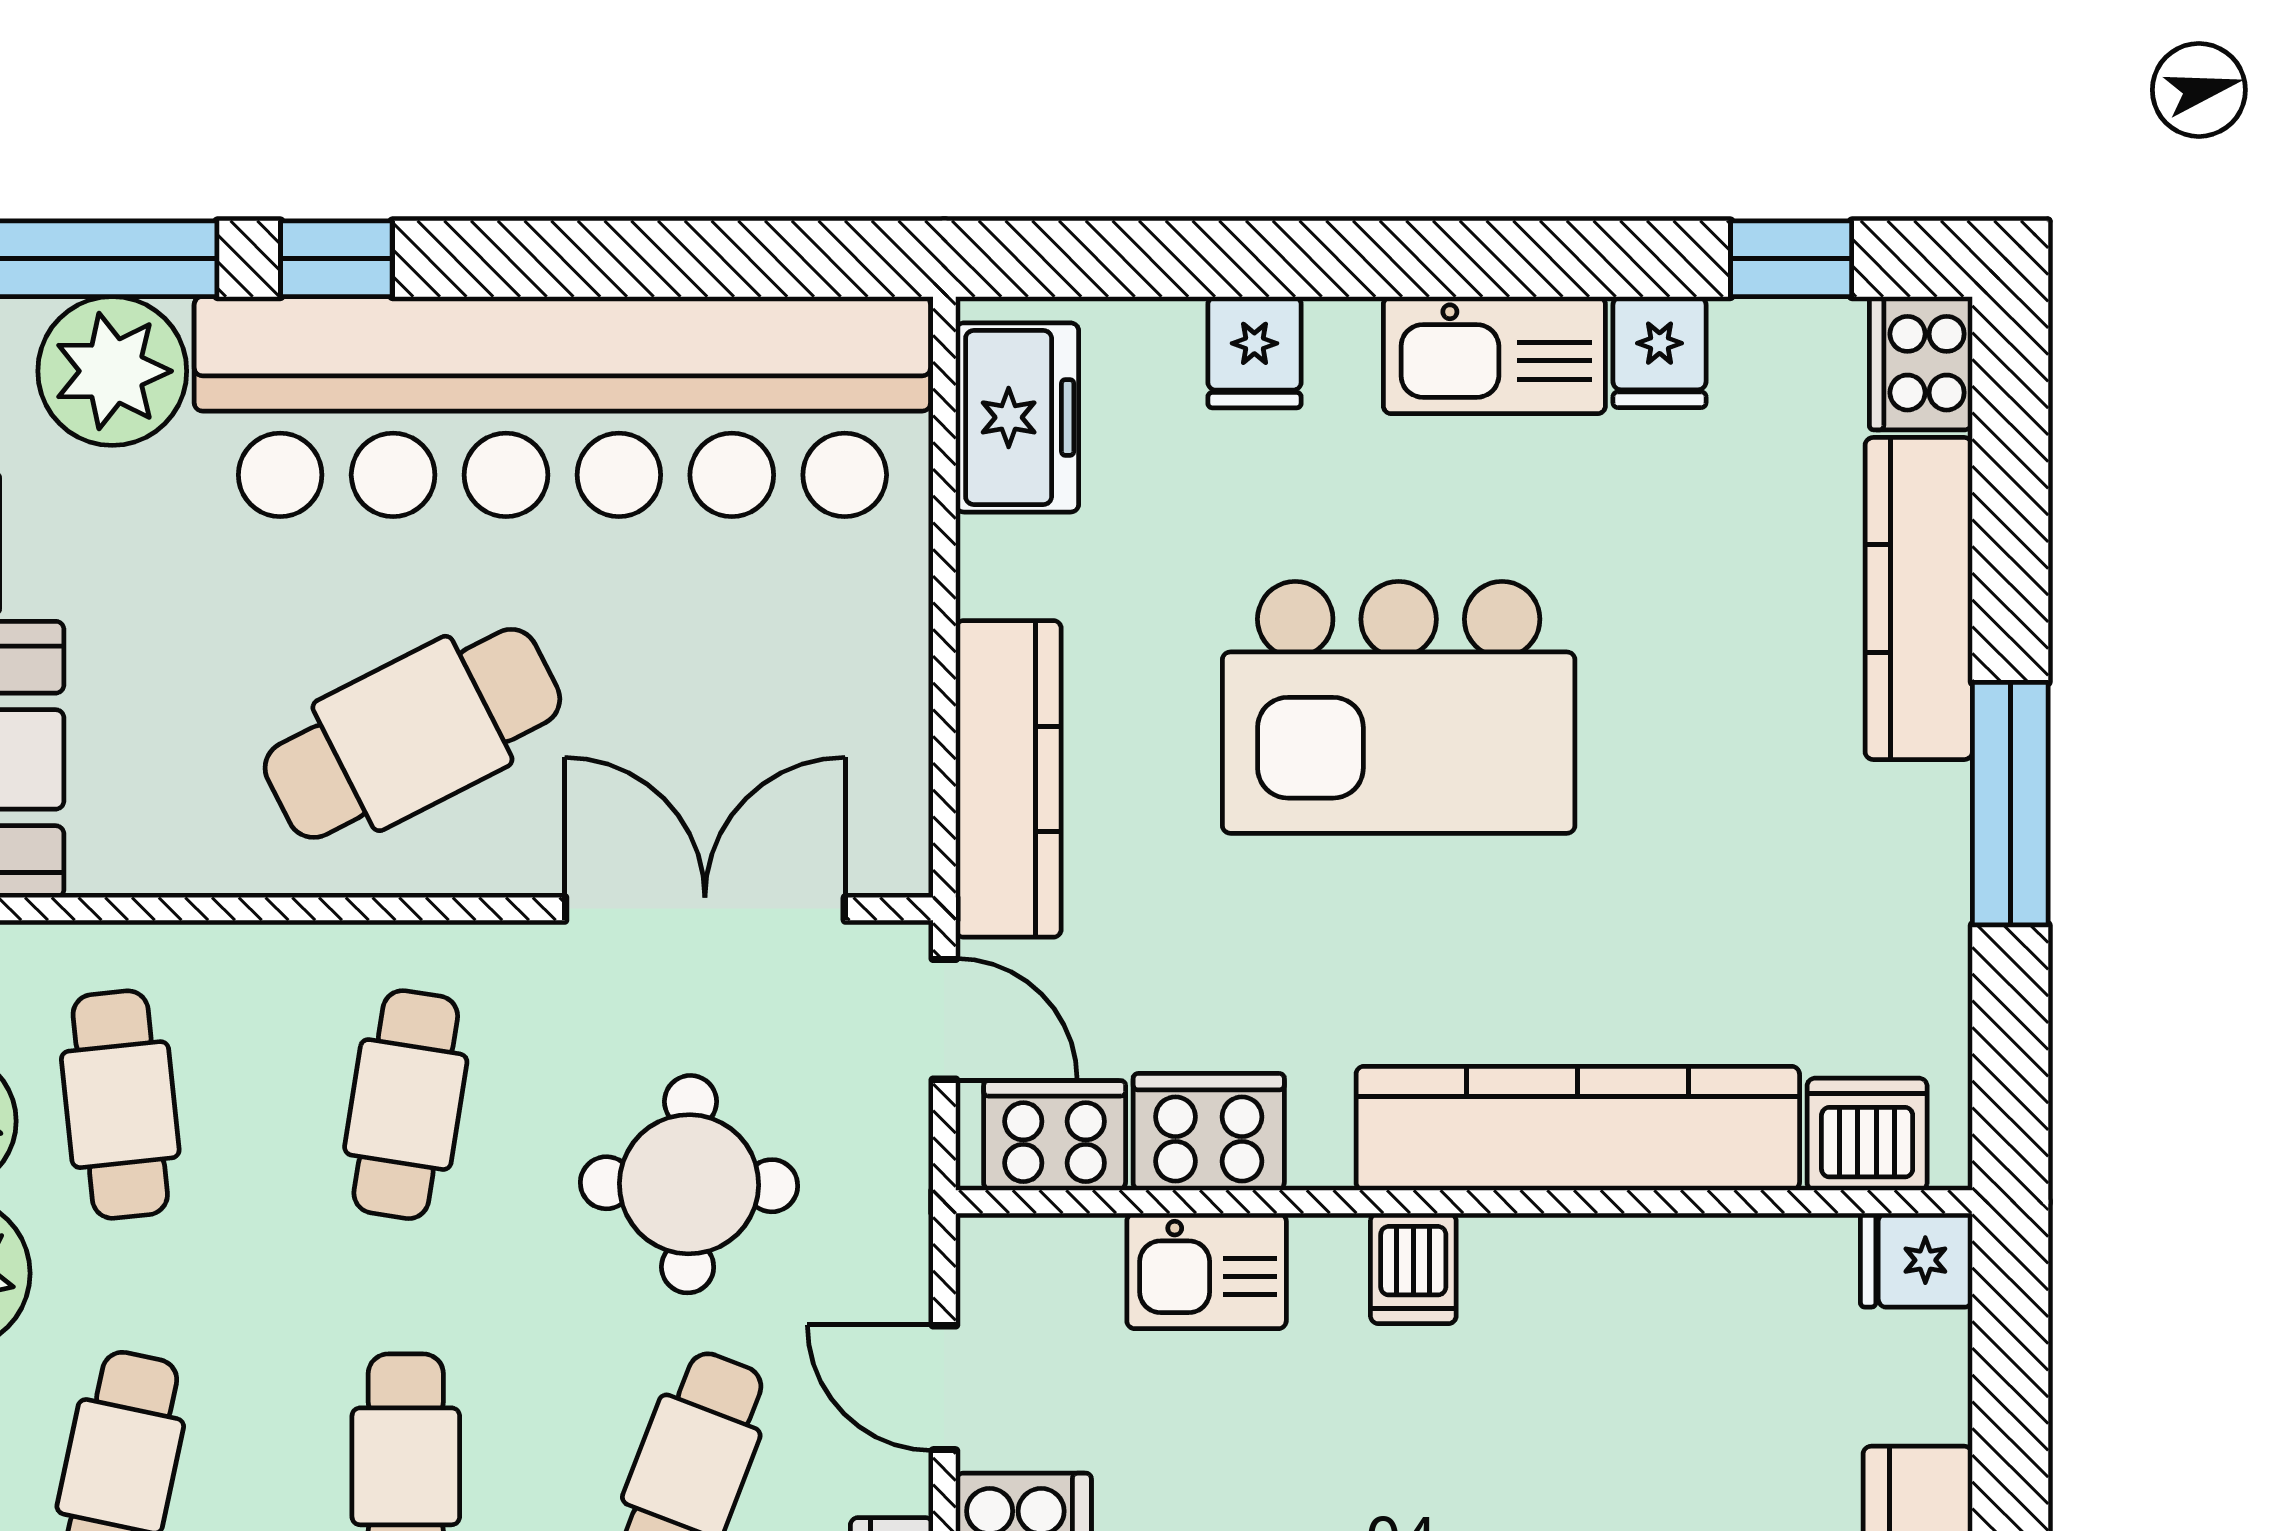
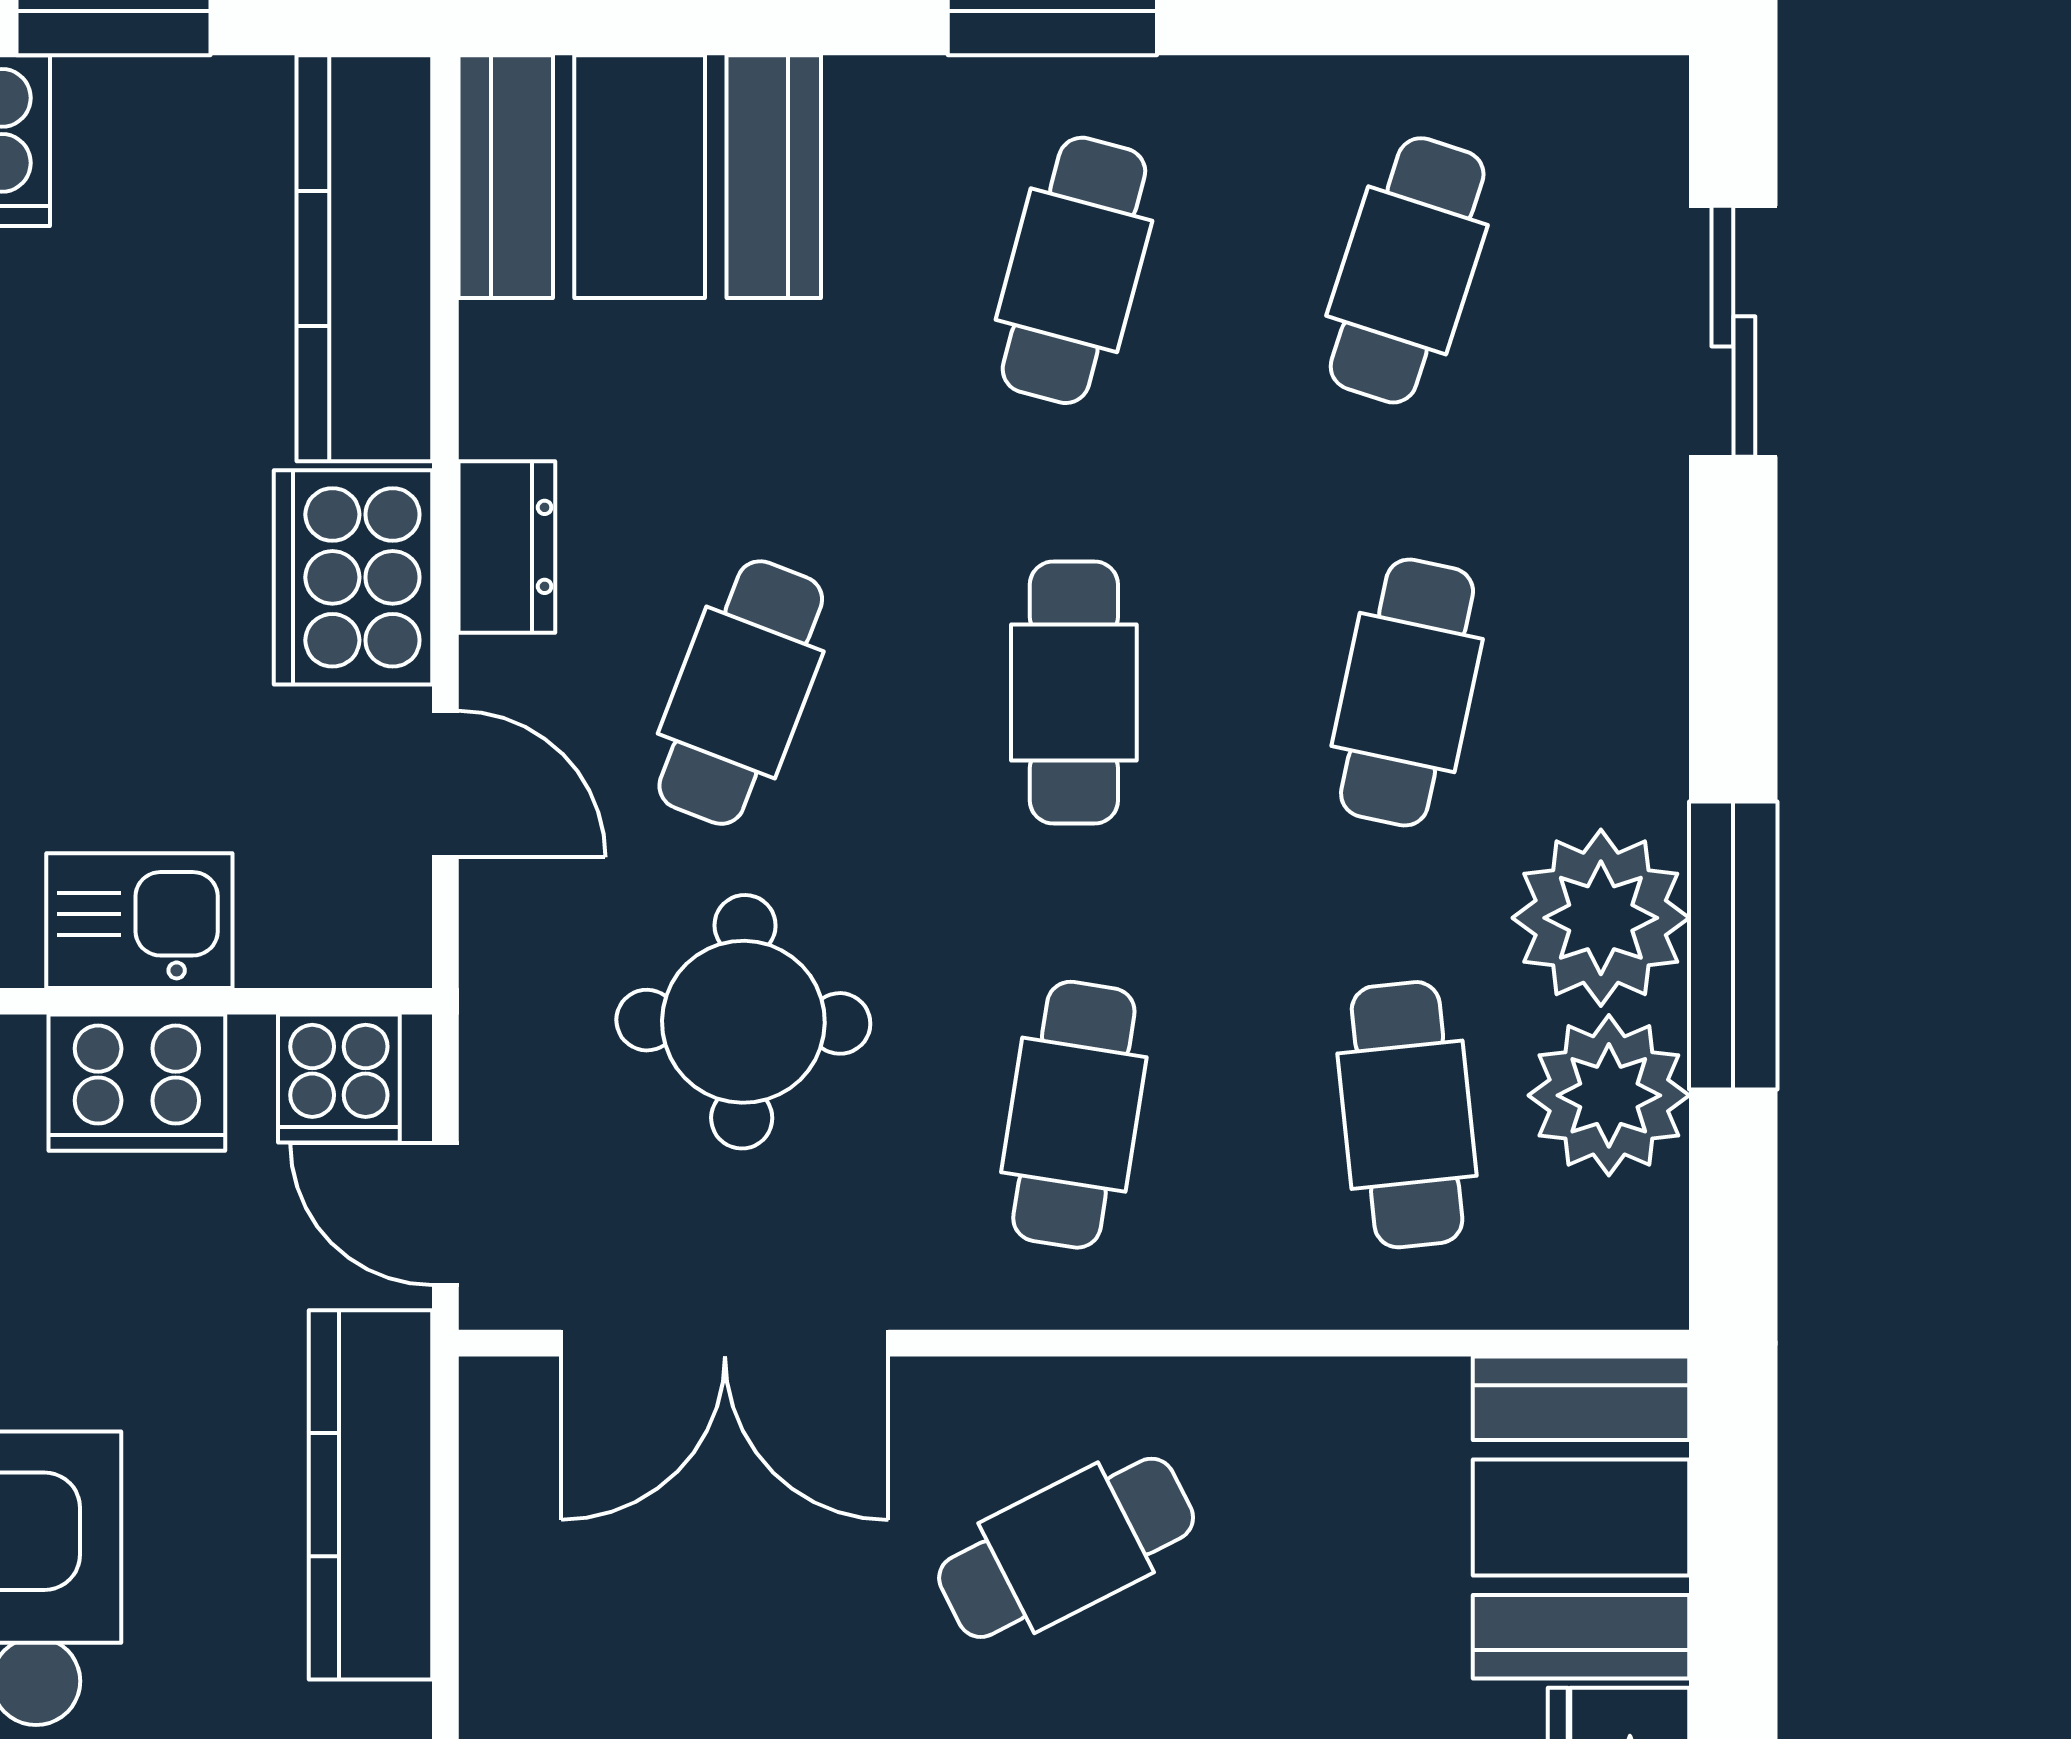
cafe table: (412, 733) -> (1066, 1548), width x0.73, depth x0.74
cooker: (1055, 1136) -> (339, 1079), width x0.73

